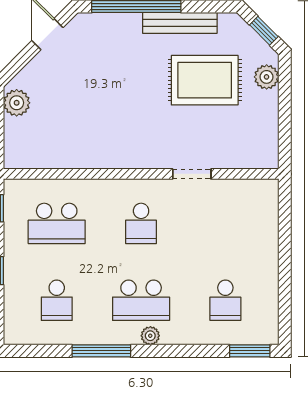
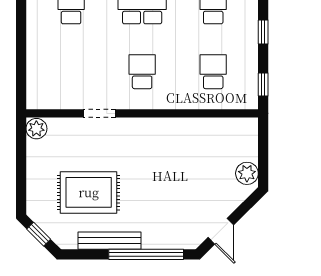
plant: (267, 77) -> (36, 129), moved
school desk: (57, 223) -> (213, 72), width x0.54

